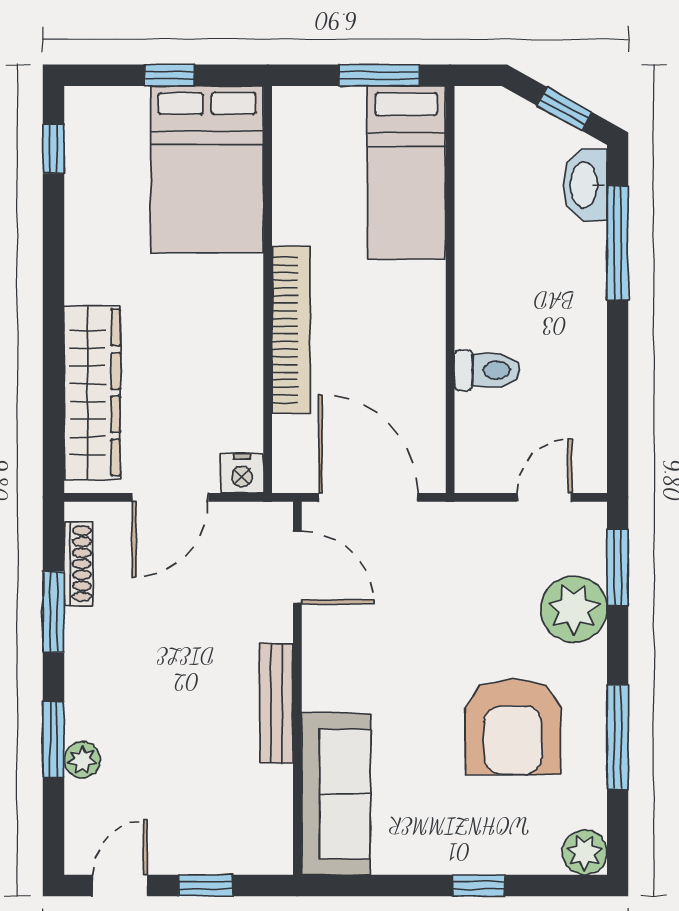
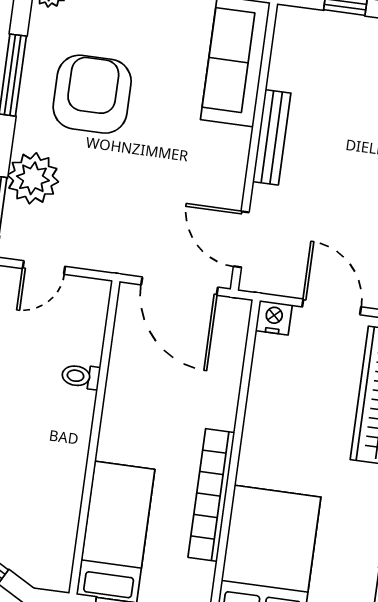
bookcase: (291, 330) -> (211, 495), moved
toilet: (487, 370) -> (81, 376), width x0.73, depth x0.72
door: (170, 497) -> (332, 307), hinge flipped

